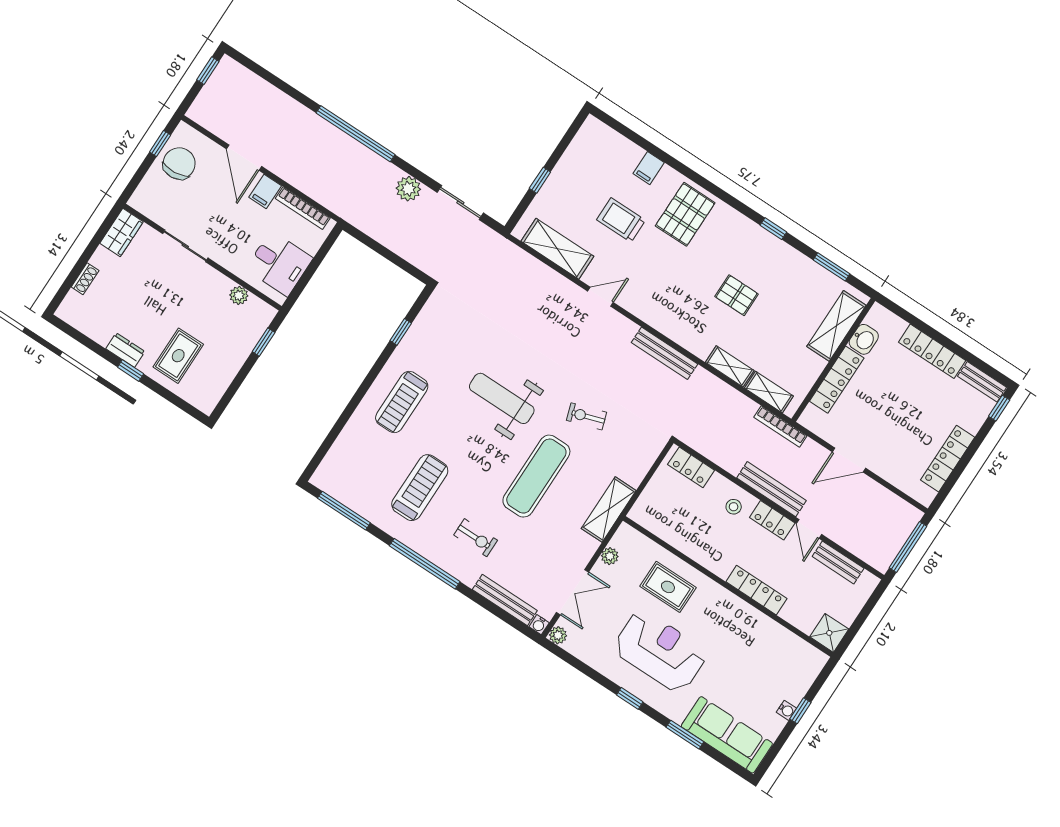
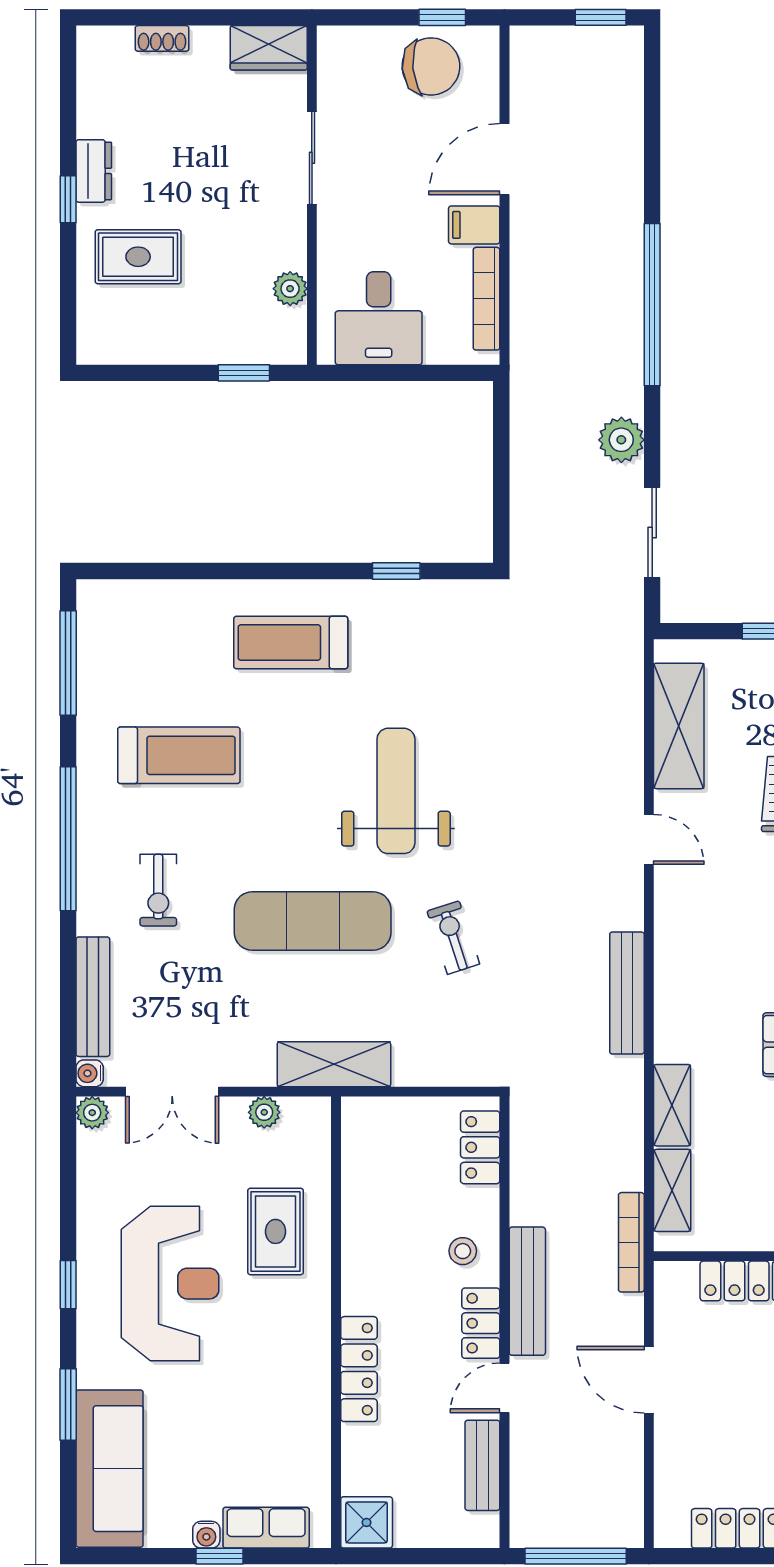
row of seats: (801, 681) -> (266, 1528), added

